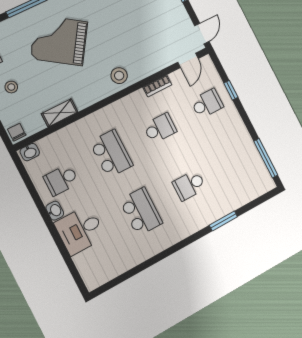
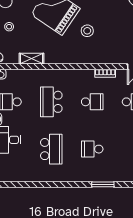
stool: (119, 76) -> (87, 31), moved
school desk: (111, 154) -> (51, 102), turned 180

